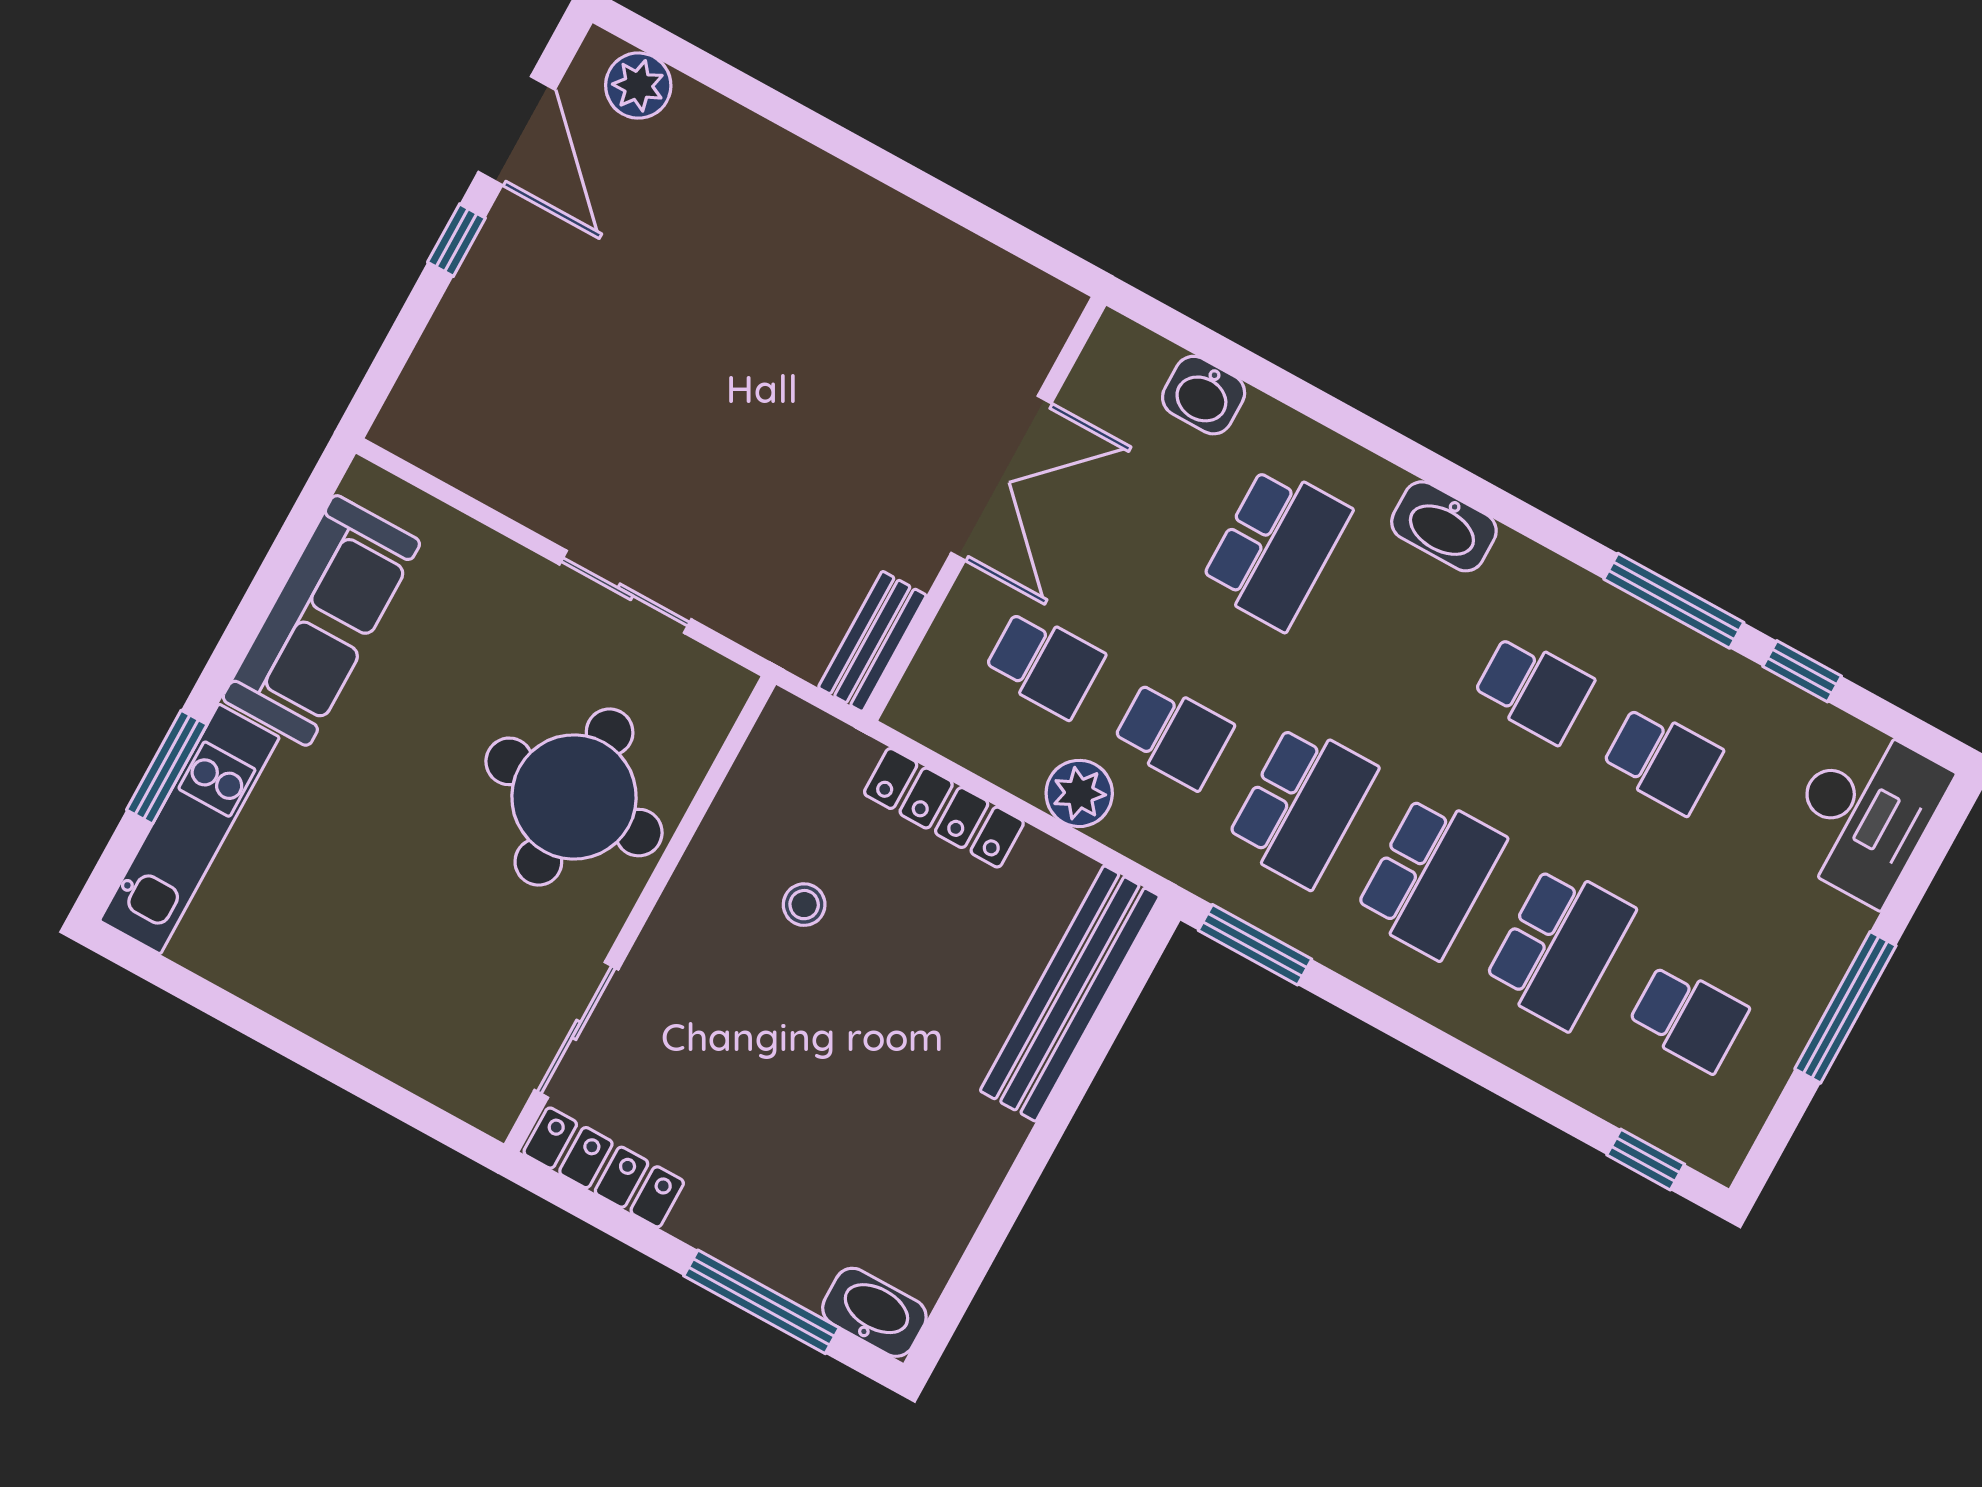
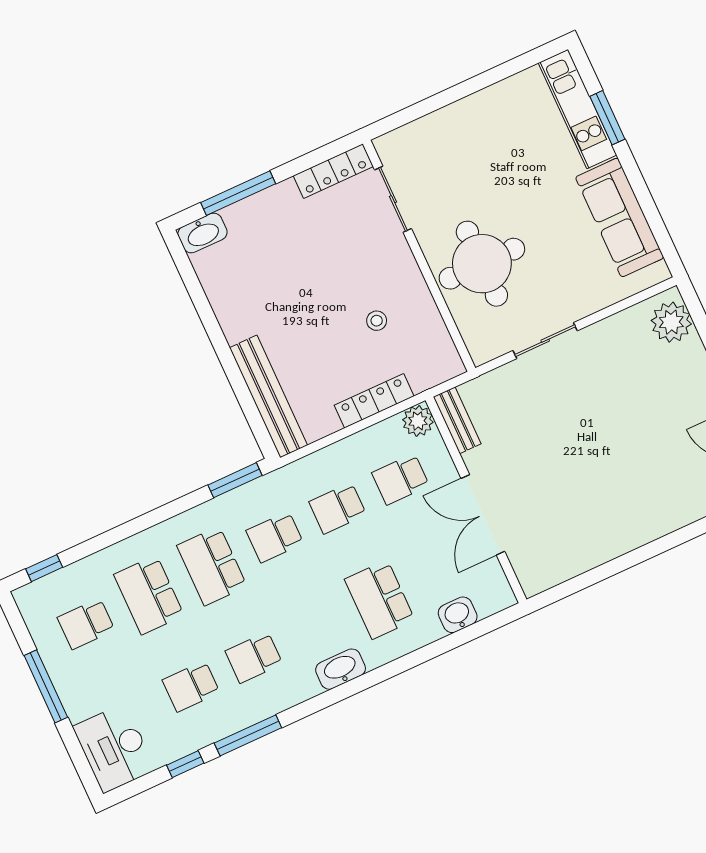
plant: (435, 400) -> (671, 322), added
plant: (1079, 793) -> (418, 421), moved
school desk: (1302, 805) -> (275, 537), width x0.54

